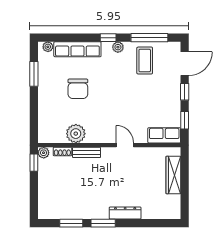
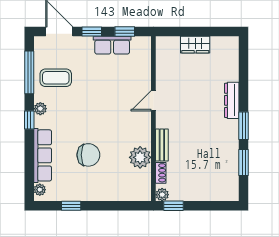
window: (34, 74) -> (71, 206), width x0.67
row of seats: (164, 135) -> (112, 45), moved, turned -90
wardrobe: (173, 175) -> (195, 45), width x0.67

